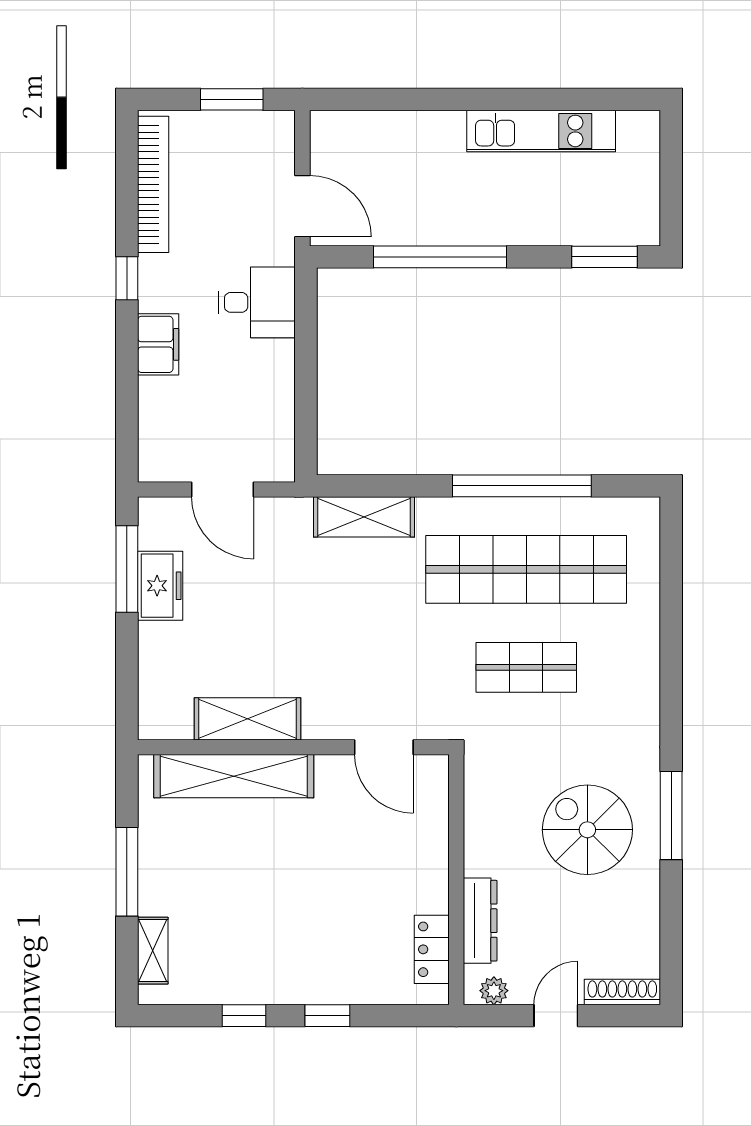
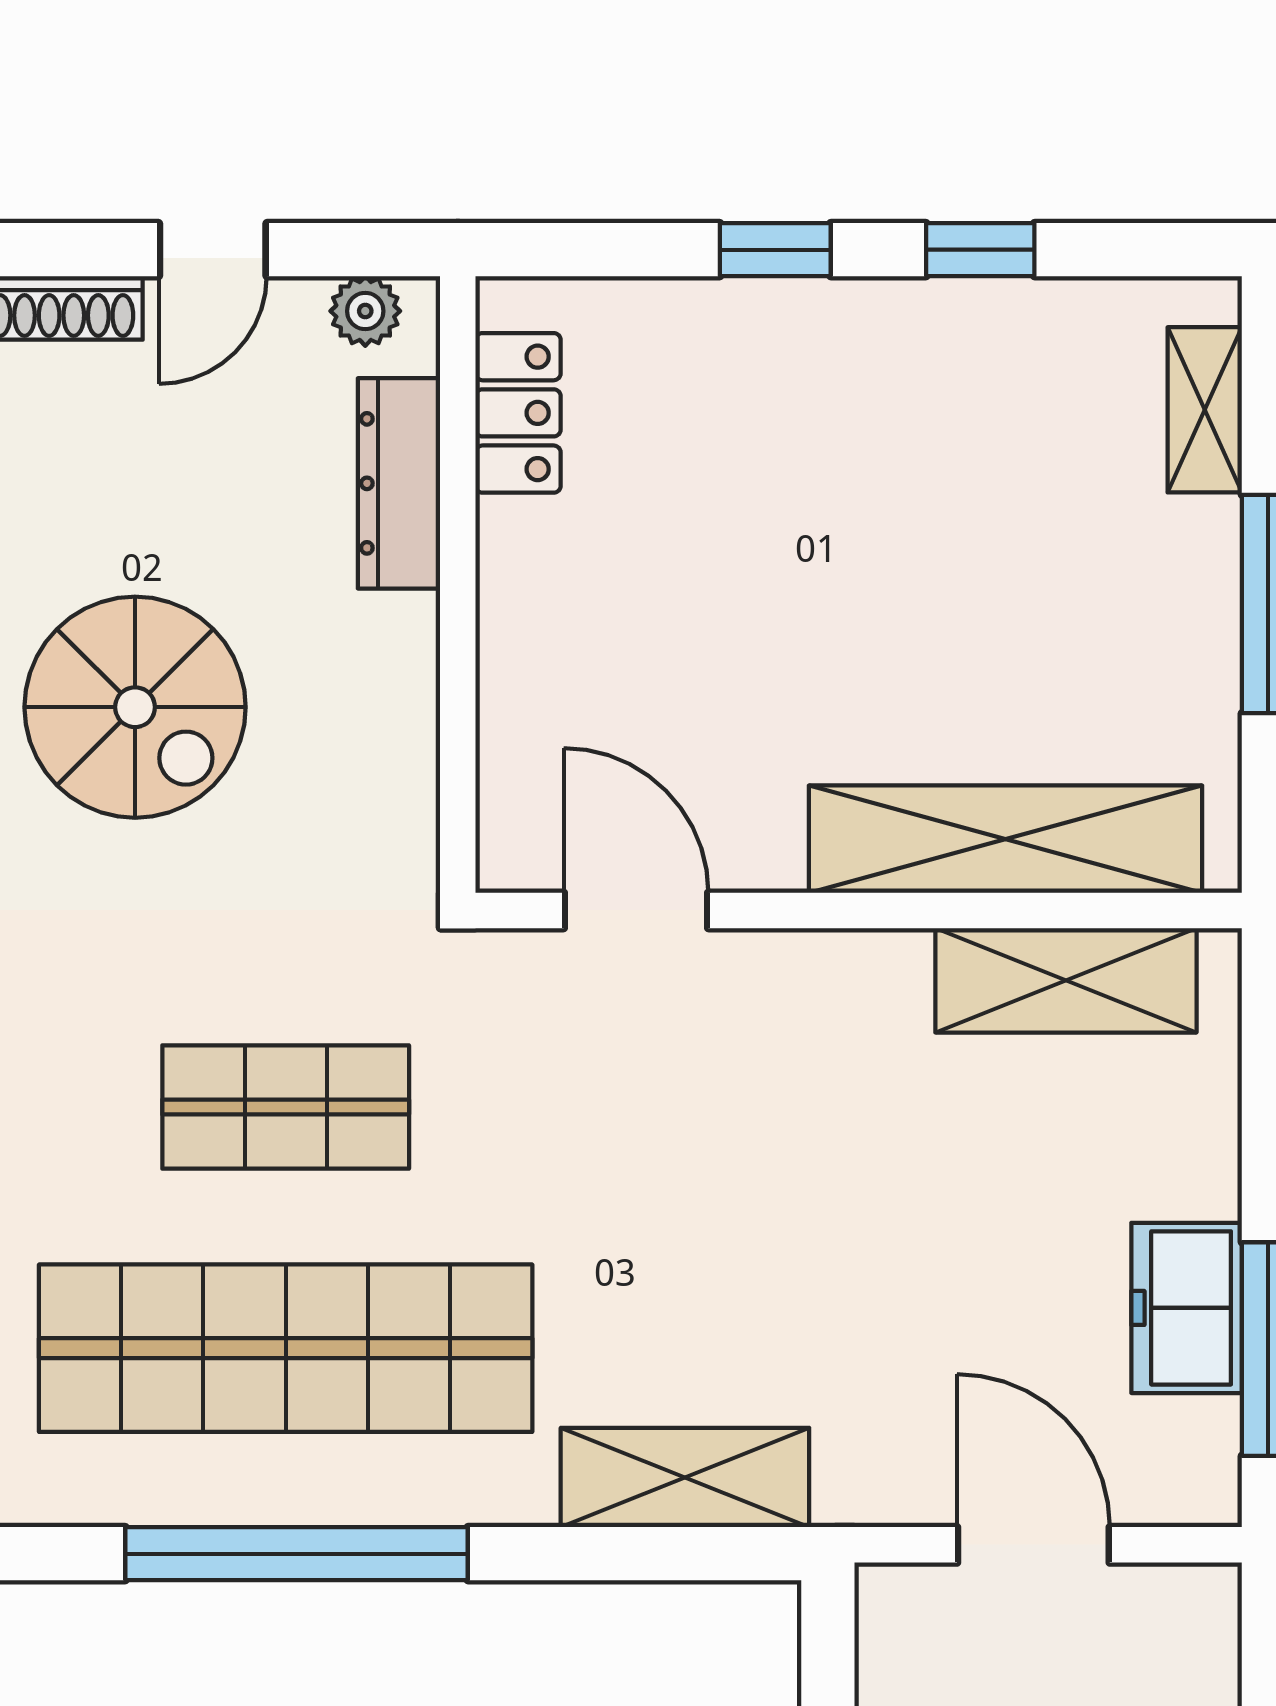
shelving: (247, 719) -> (1066, 980), moved

